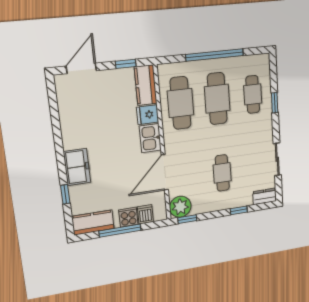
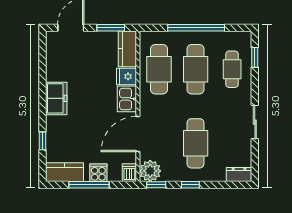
window: (126, 64) -> (111, 28), width x1.50
window: (275, 103) -> (255, 57), moved
sliding door: (277, 159) -> (255, 122), moved
freezer: (77, 167) -> (56, 98), moved
cafe table: (222, 173) -> (196, 143), width x1.37, depth x1.35
window: (239, 210) -> (190, 185), moved
dishwasher: (145, 214) -> (129, 173), moved

